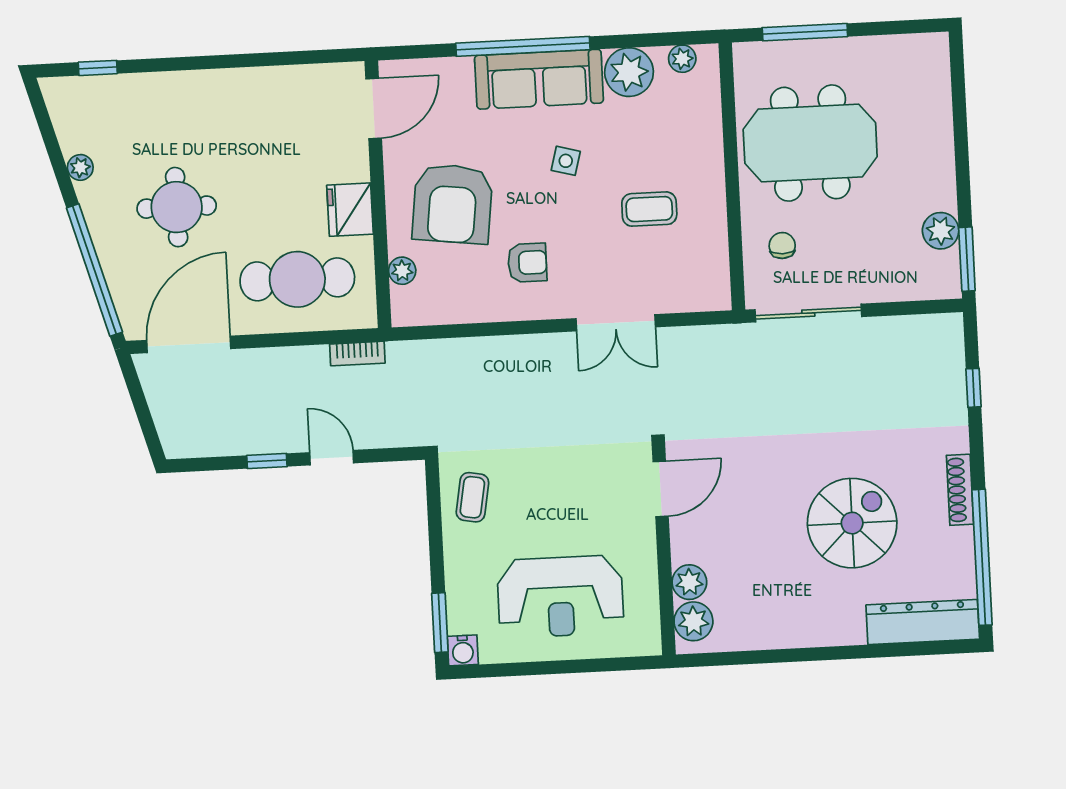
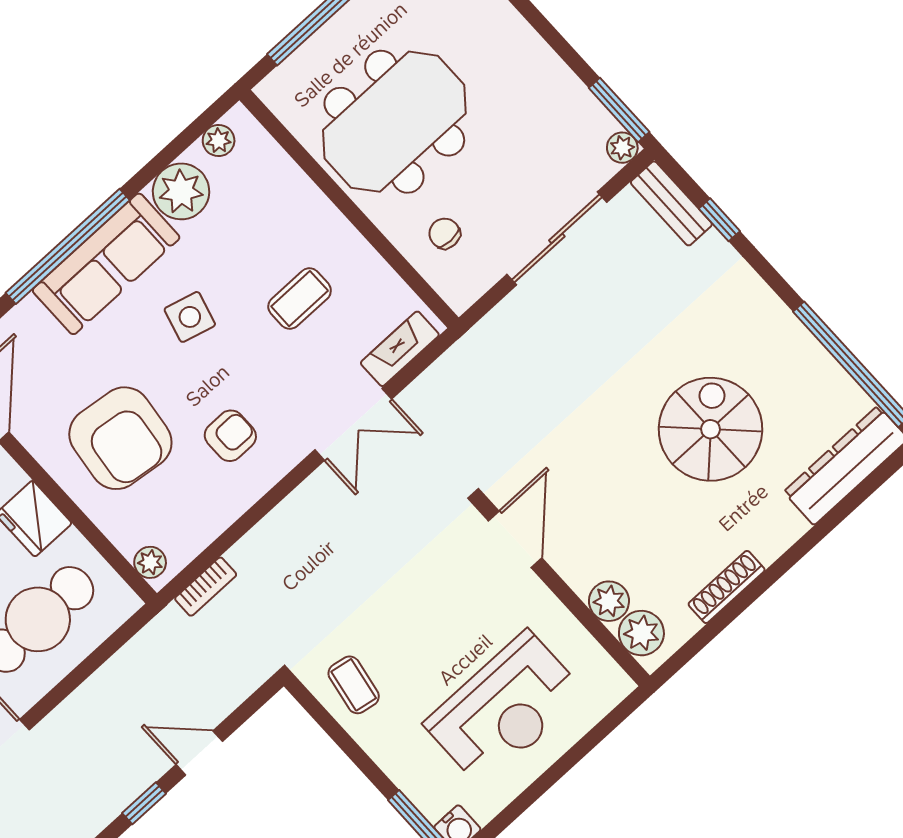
side table: (566, 161) -> (190, 317), width x1.37, depth x1.37
plant: (941, 231) -> (622, 148), moved, width x0.73, depth x0.73
plant: (402, 271) -> (150, 562), moved
fireplace: (689, 298) -> (400, 349), added
sliding door: (808, 313) -> (557, 238), moved
bench: (950, 350) -> (671, 203), added
bookcase: (357, 354) -> (206, 587), moved
shoe rack: (960, 490) -> (727, 587), moved, turned 90

